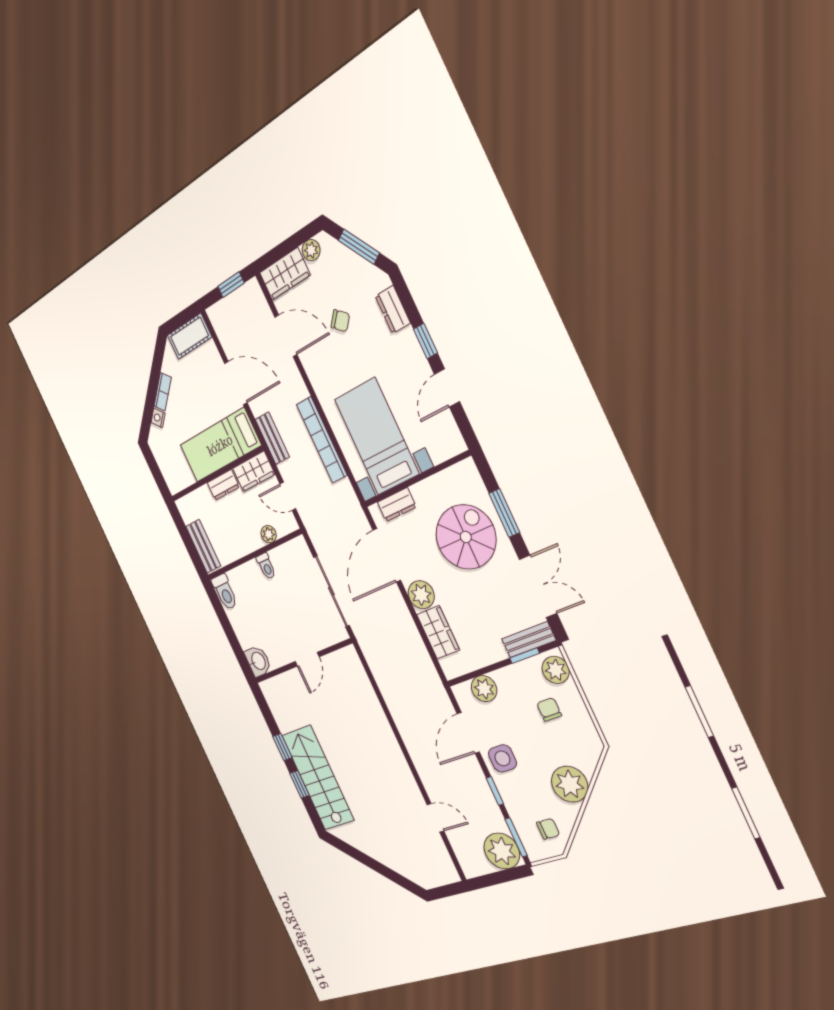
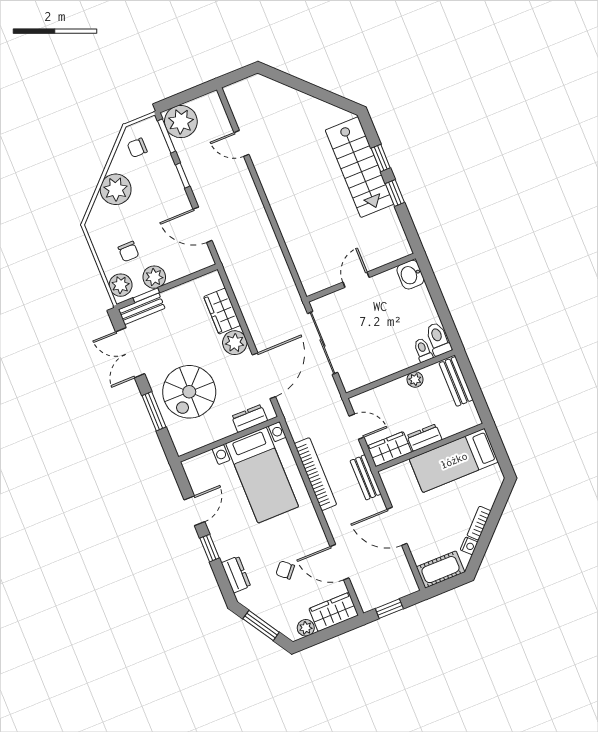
nightstand: (158, 418) -> (469, 546), moved
bed: (220, 445) -> (454, 460), moved, turned 180
plant: (269, 534) -> (415, 379), moved
toilet: (266, 566) -> (423, 350), moved
plant: (484, 689) -> (154, 277), moved
door: (468, 733) -> (203, 225), swing flipped
side table: (502, 758) -> (173, 205), removed

